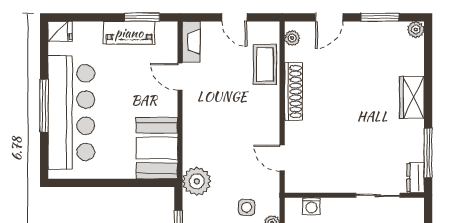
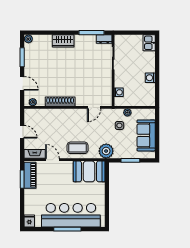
door: (234, 17) -> (22, 132), hinge flipped
piano: (129, 33) -> (30, 175), moved
coffee table: (265, 64) -> (77, 148), moved
door: (180, 77) -> (52, 160), swing flipped

